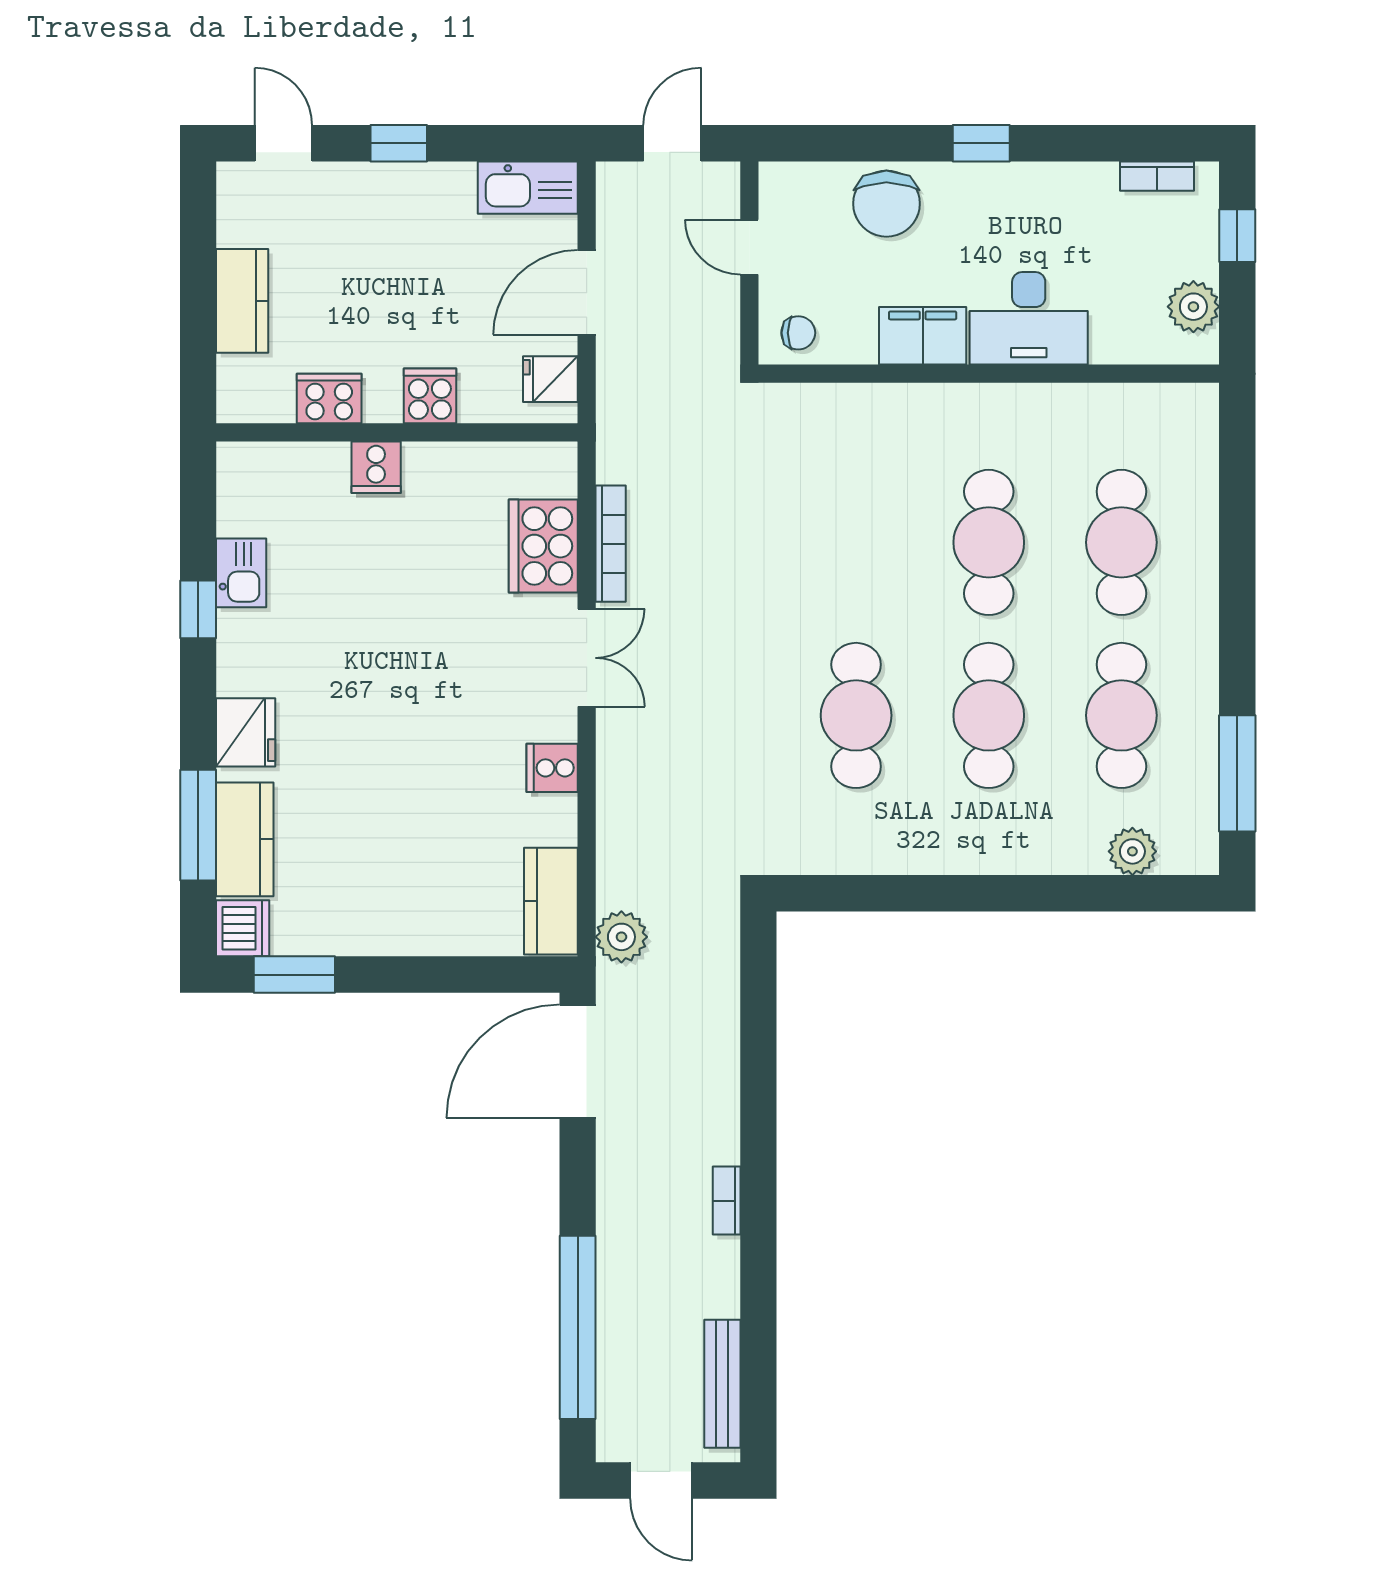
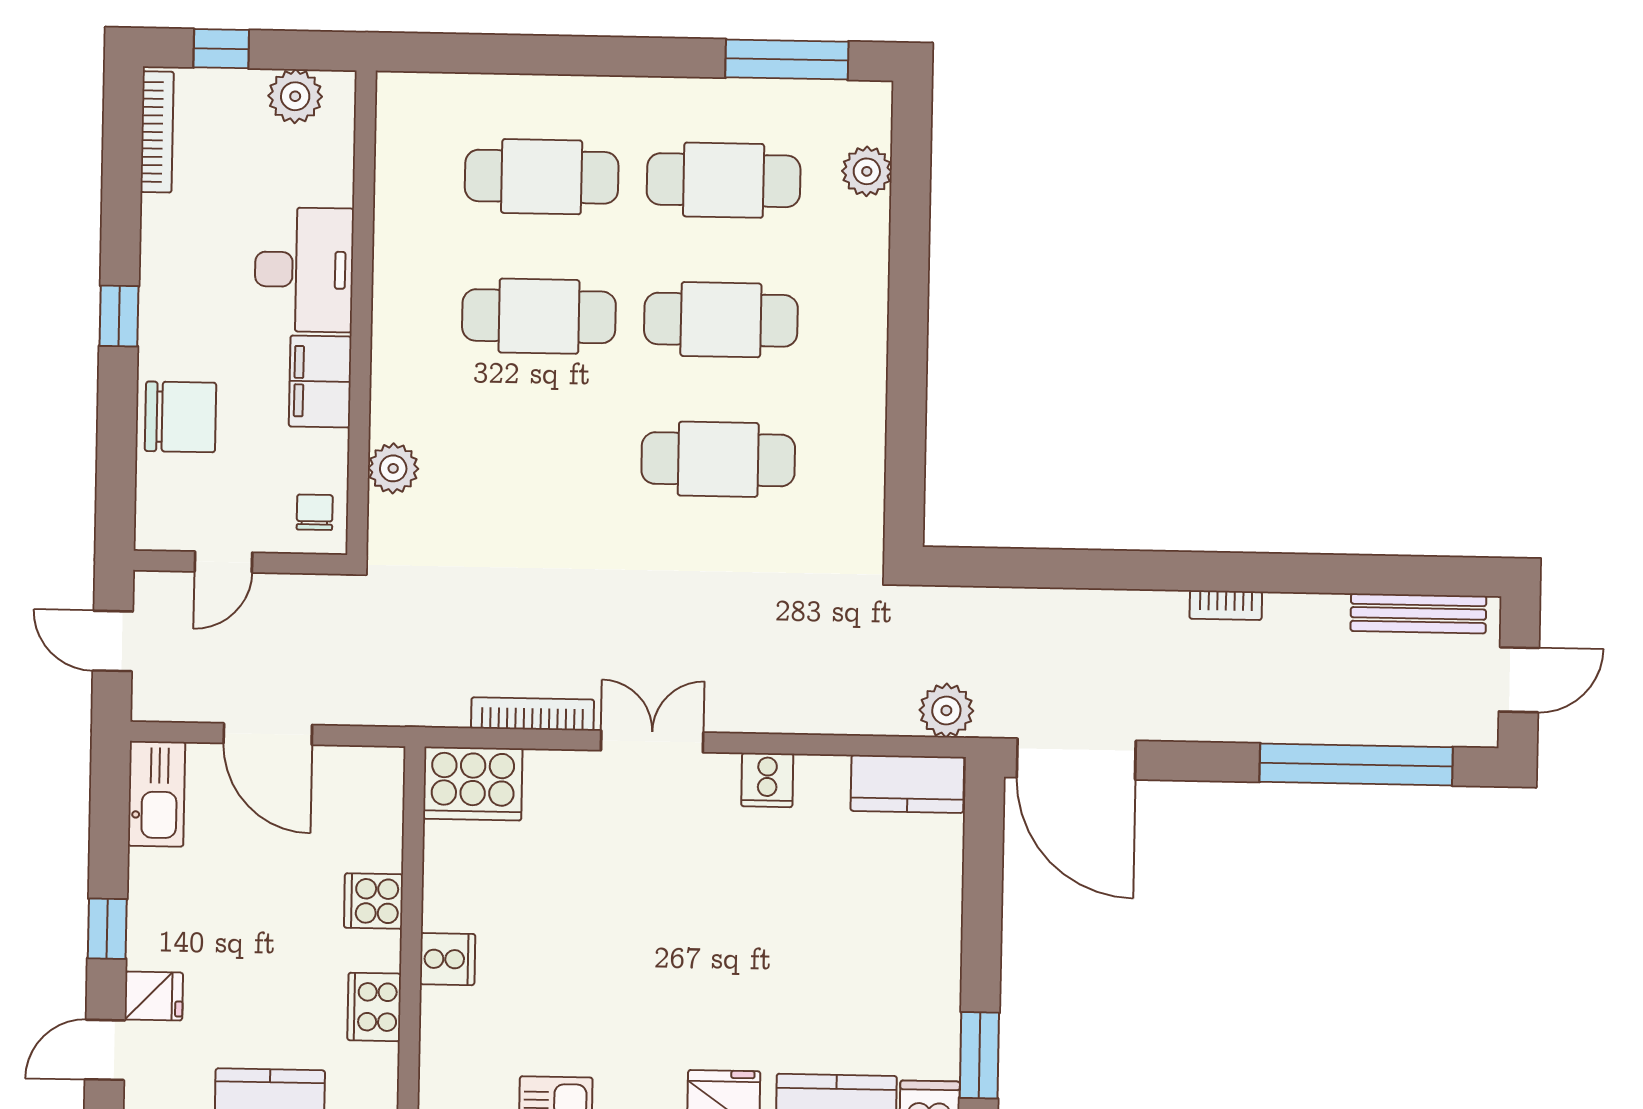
bookcase: (1157, 176) -> (157, 132), width x1.56
fridge: (550, 379) -> (154, 996), moved, turned -90
plant: (841, 407) -> (393, 468), added
cooker: (543, 546) -> (473, 784), moved

